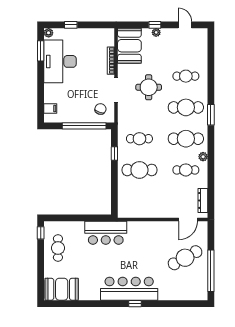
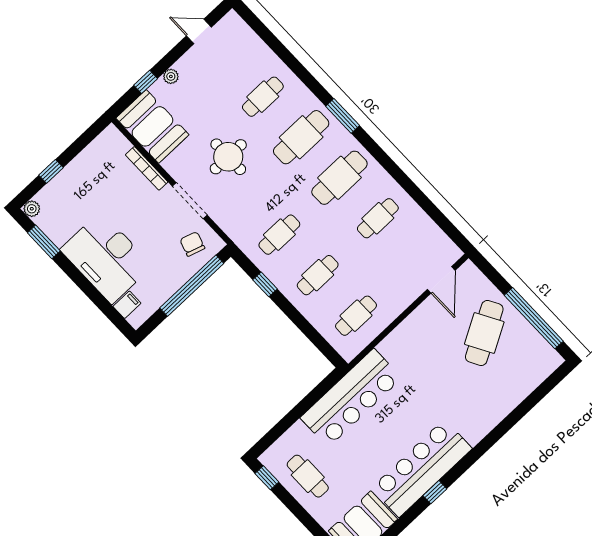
window: (155, 25) -> (146, 82), moved
desk: (60, 61) -> (106, 258), moved
plant: (203, 157) -> (384, 180), removed
cafe table: (139, 170) -> (318, 275), width x0.73, depth x0.74
dresser: (203, 200) -> (437, 237), removed
cafe table: (139, 201) -> (356, 316), added
bar counter: (106, 233) -> (351, 398), width x1.36
bar counter: (129, 289) -> (422, 468), moved
window: (135, 304) -> (435, 492), moved

